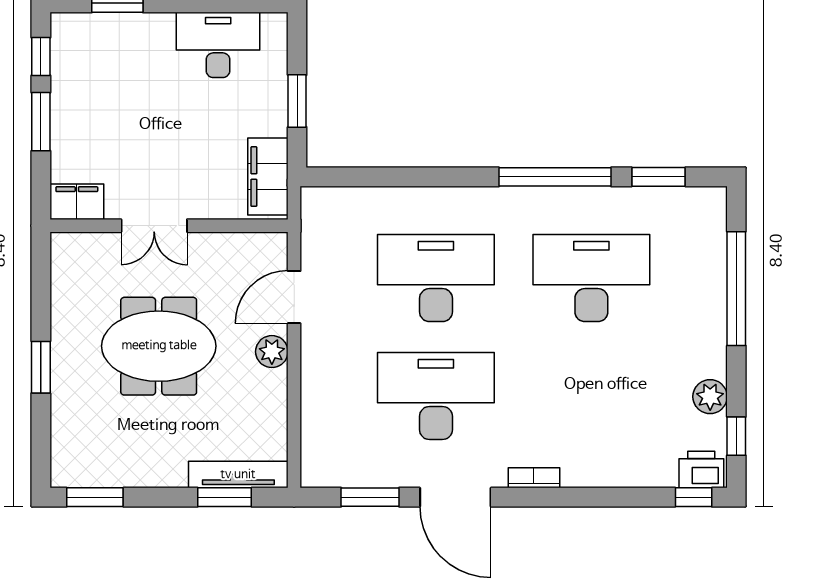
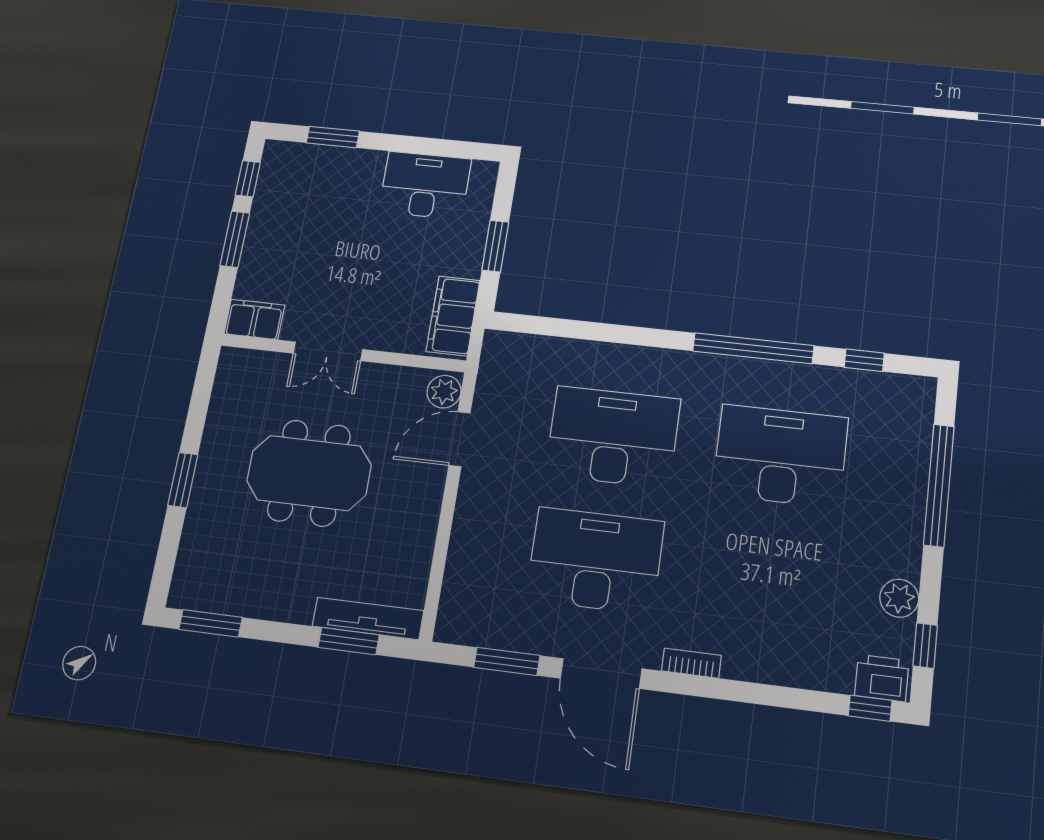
window: (658, 177) -> (864, 360), width x0.67
plant: (272, 352) -> (444, 392), moved

